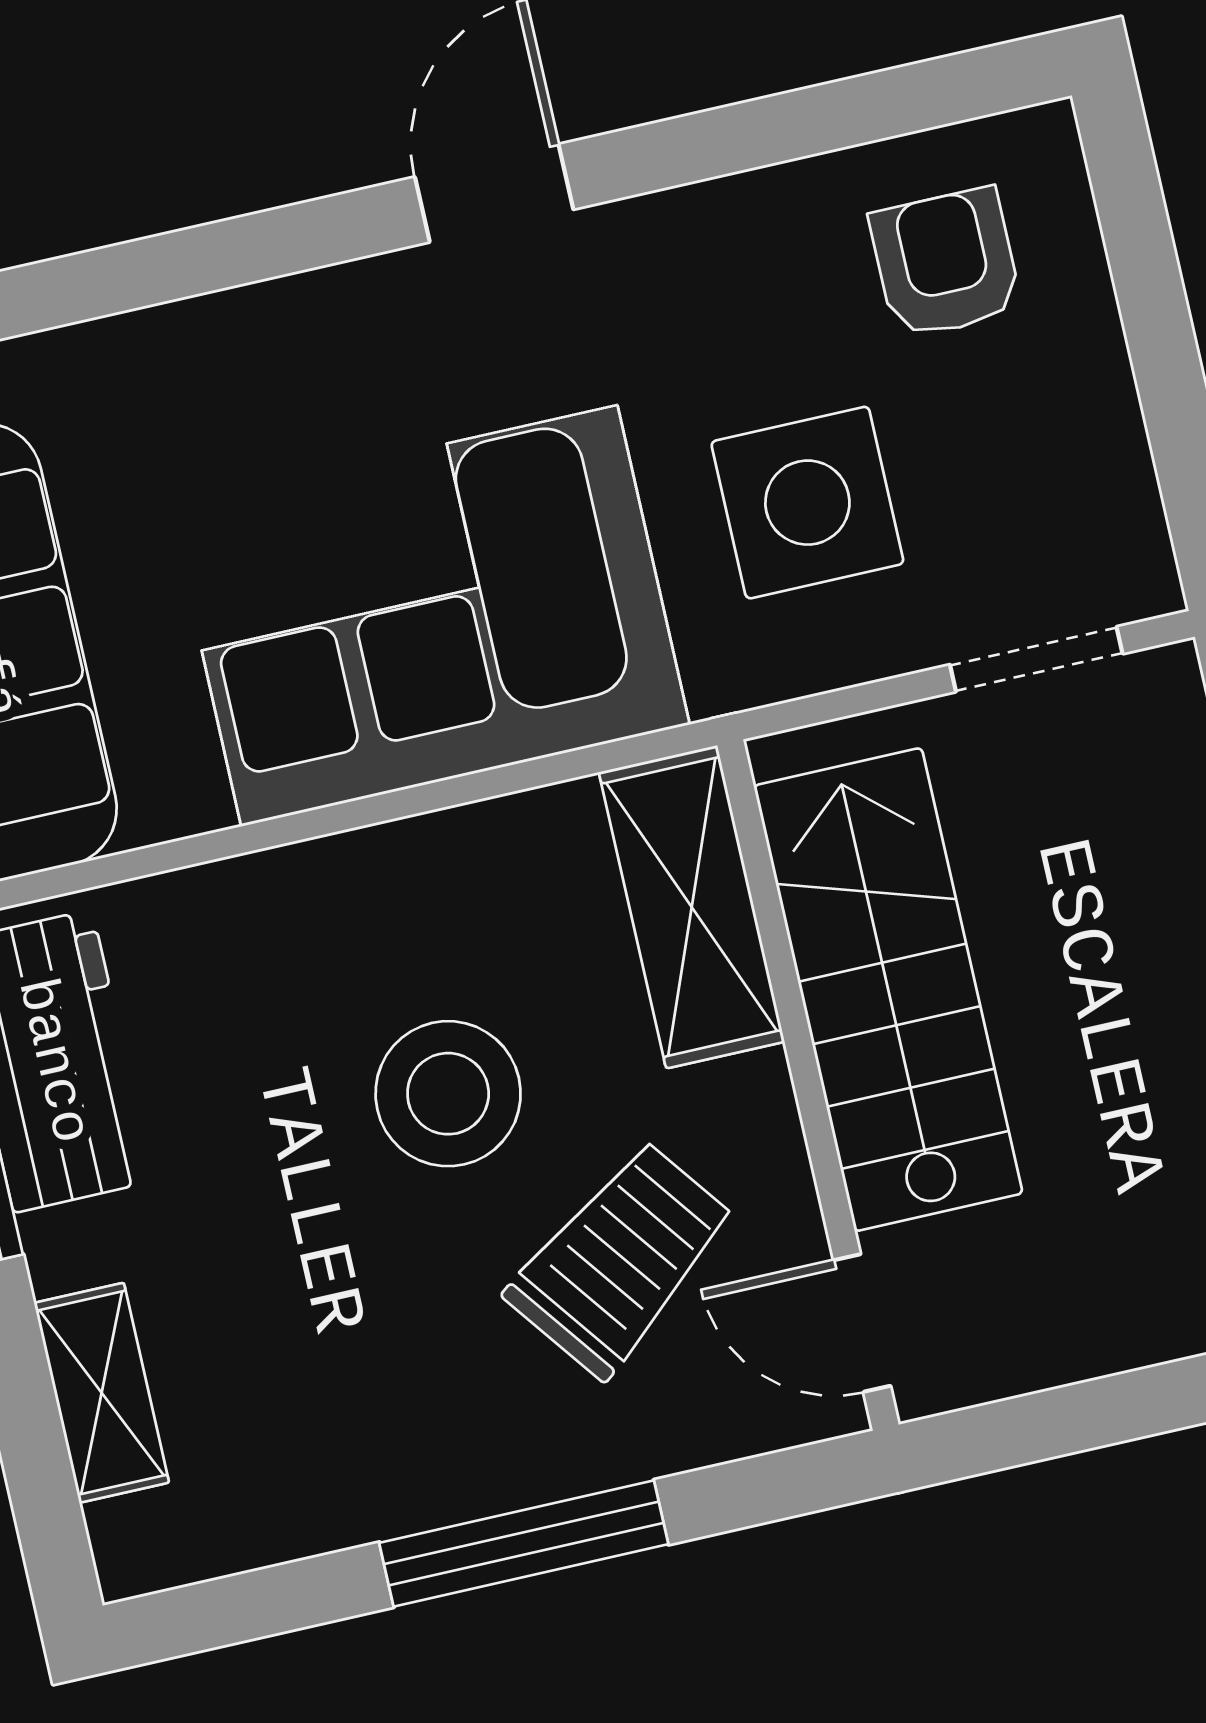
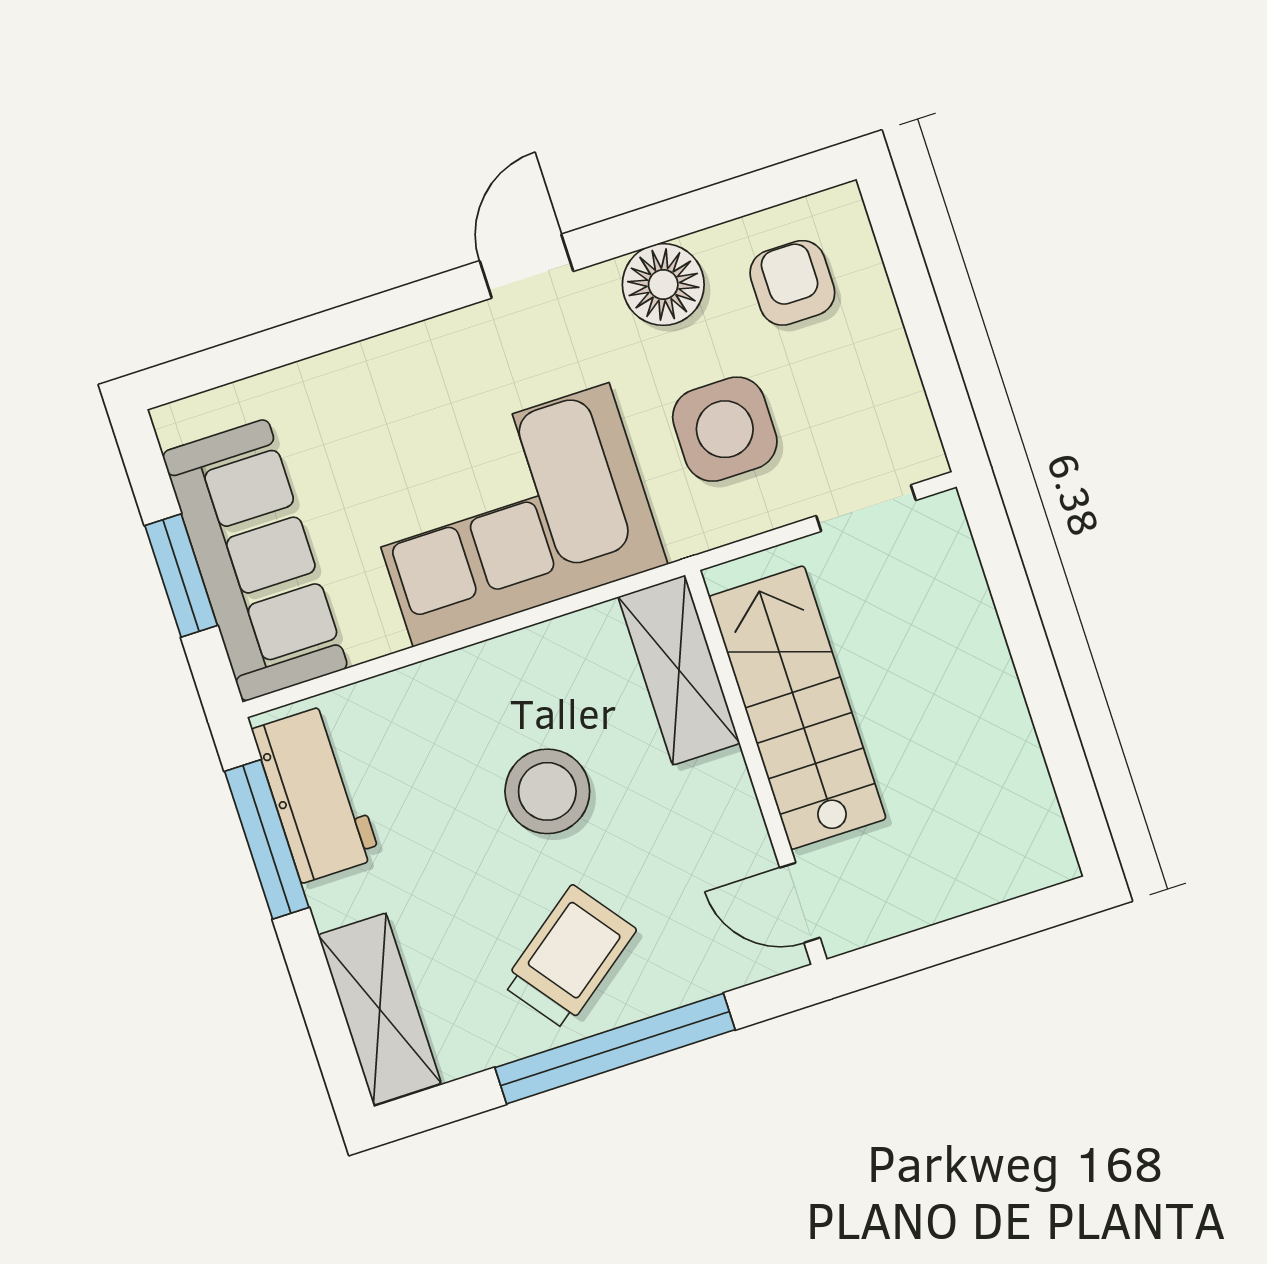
floor lamp: (725, 246) -> (663, 285), added
trolley: (621, 1259) -> (569, 957), moved
shelving: (102, 1393) -> (380, 1009), width x1.50, depth x1.33
window: (524, 1543) -> (615, 1049), width x1.46

